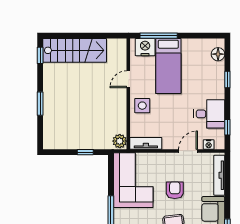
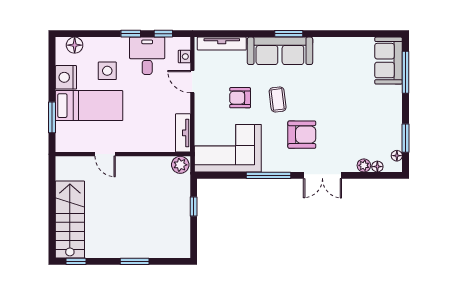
window: (159, 36) -> (52, 117), width x0.69
nightstand: (145, 47) -> (66, 77), moved
window: (227, 80) -> (131, 34), moved
side table: (142, 106) -> (107, 71), moved

